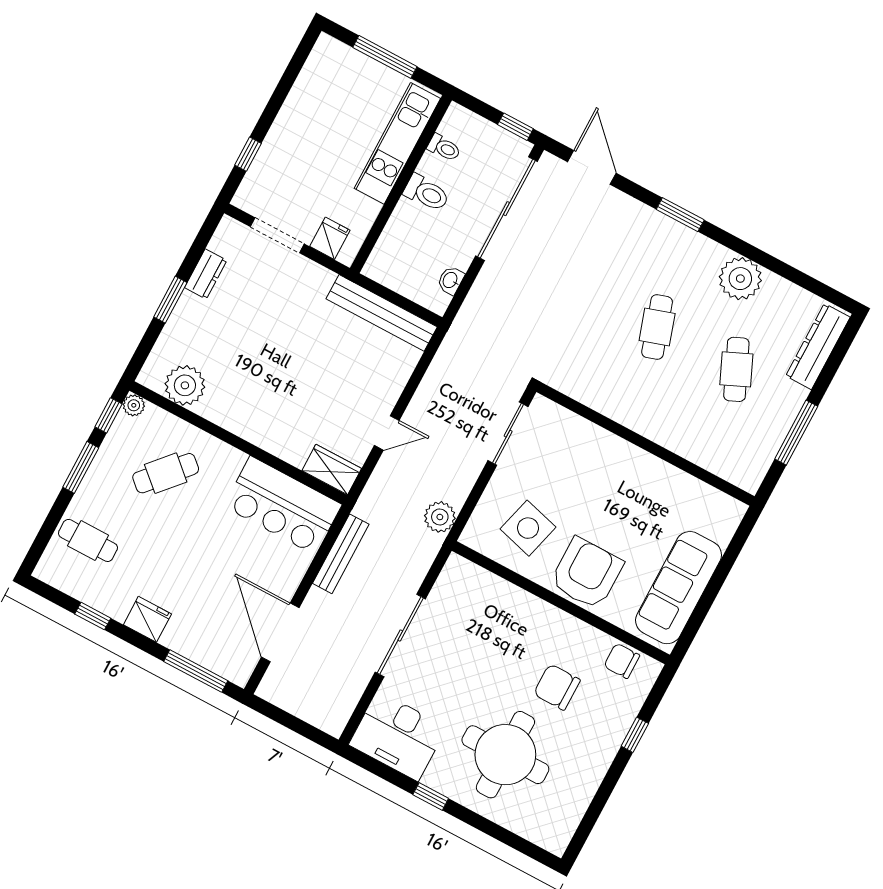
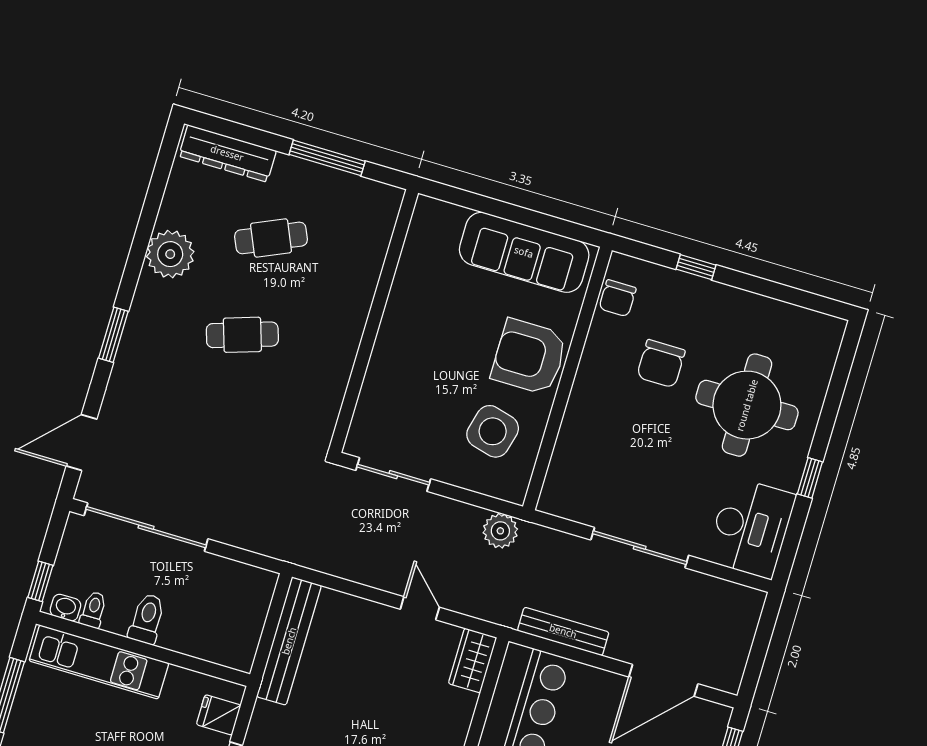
window: (515, 127) -> (40, 581), moved
washbasin: (451, 280) -> (65, 608), moved, turned 180

